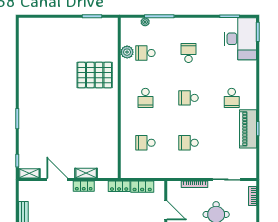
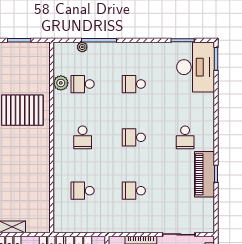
school desk: (189, 53) -> (134, 84), turned -90

